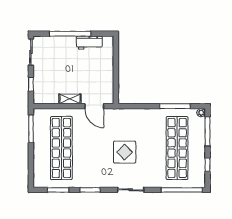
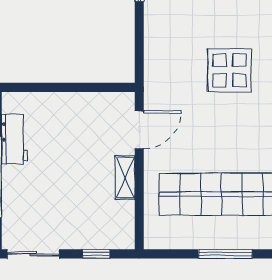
window: (31, 129) -> (225, 254), moved

